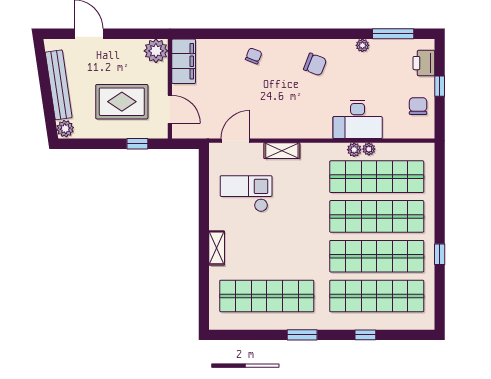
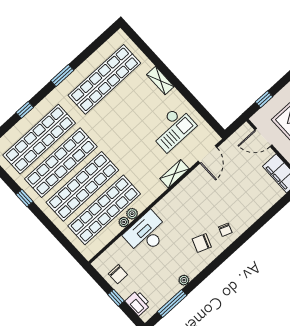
chair: (254, 56) -> (225, 230), moved

